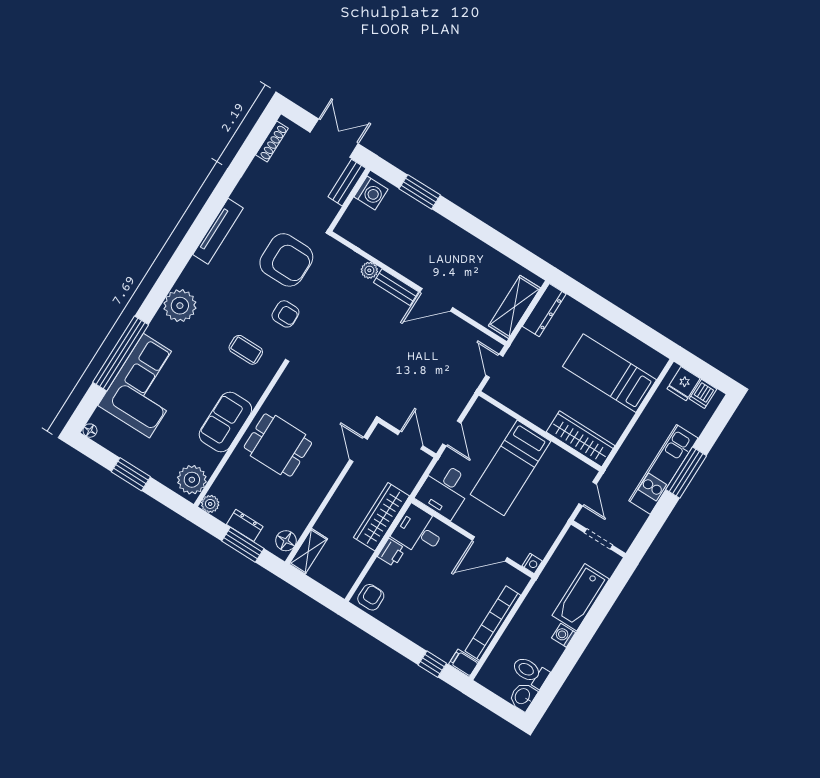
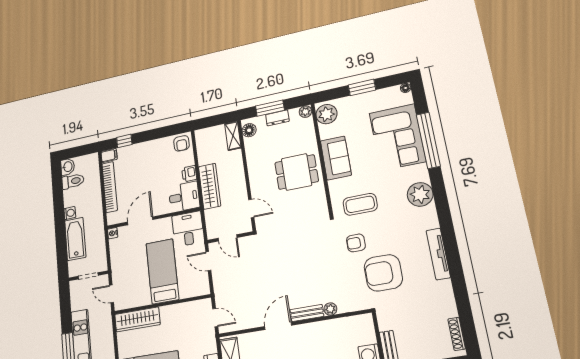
coffee table: (246, 350) -> (360, 204), width x1.36, depth x1.30

